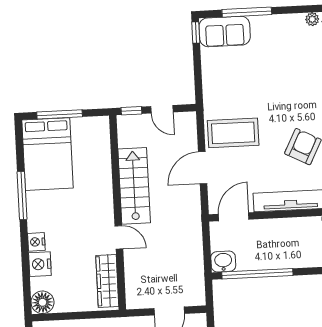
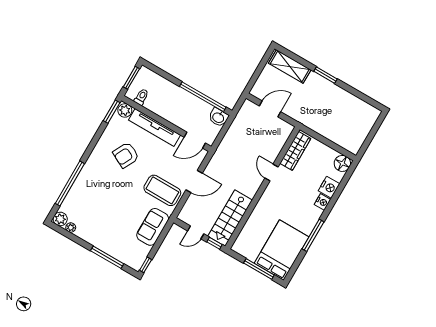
sofa: (225, 31) -> (153, 227), moved, turned -90
door: (162, 109) -> (196, 232), swing flipped
stairs: (134, 186) -> (230, 218), moved

